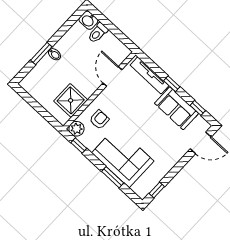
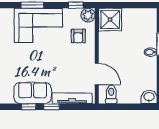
toilet: (98, 33) -> (111, 94), moved
shower: (71, 100) -> (110, 20), moved
window: (198, 108) -> (29, 107), moved

